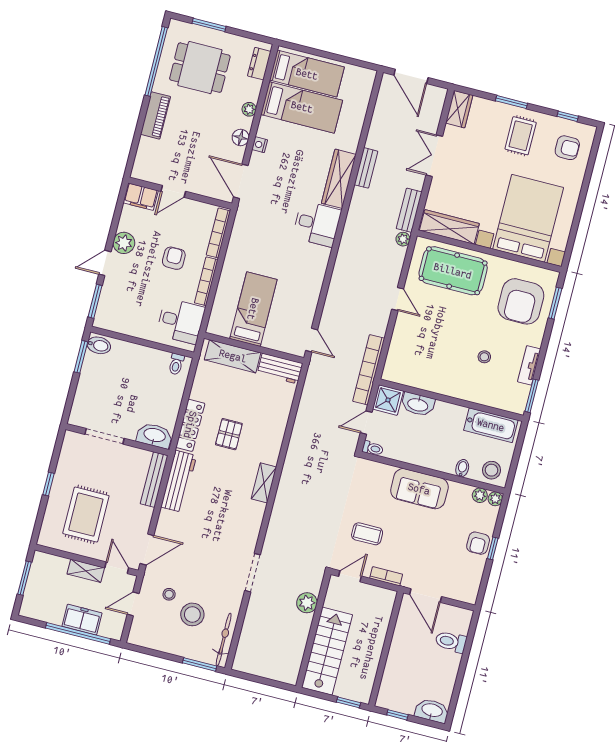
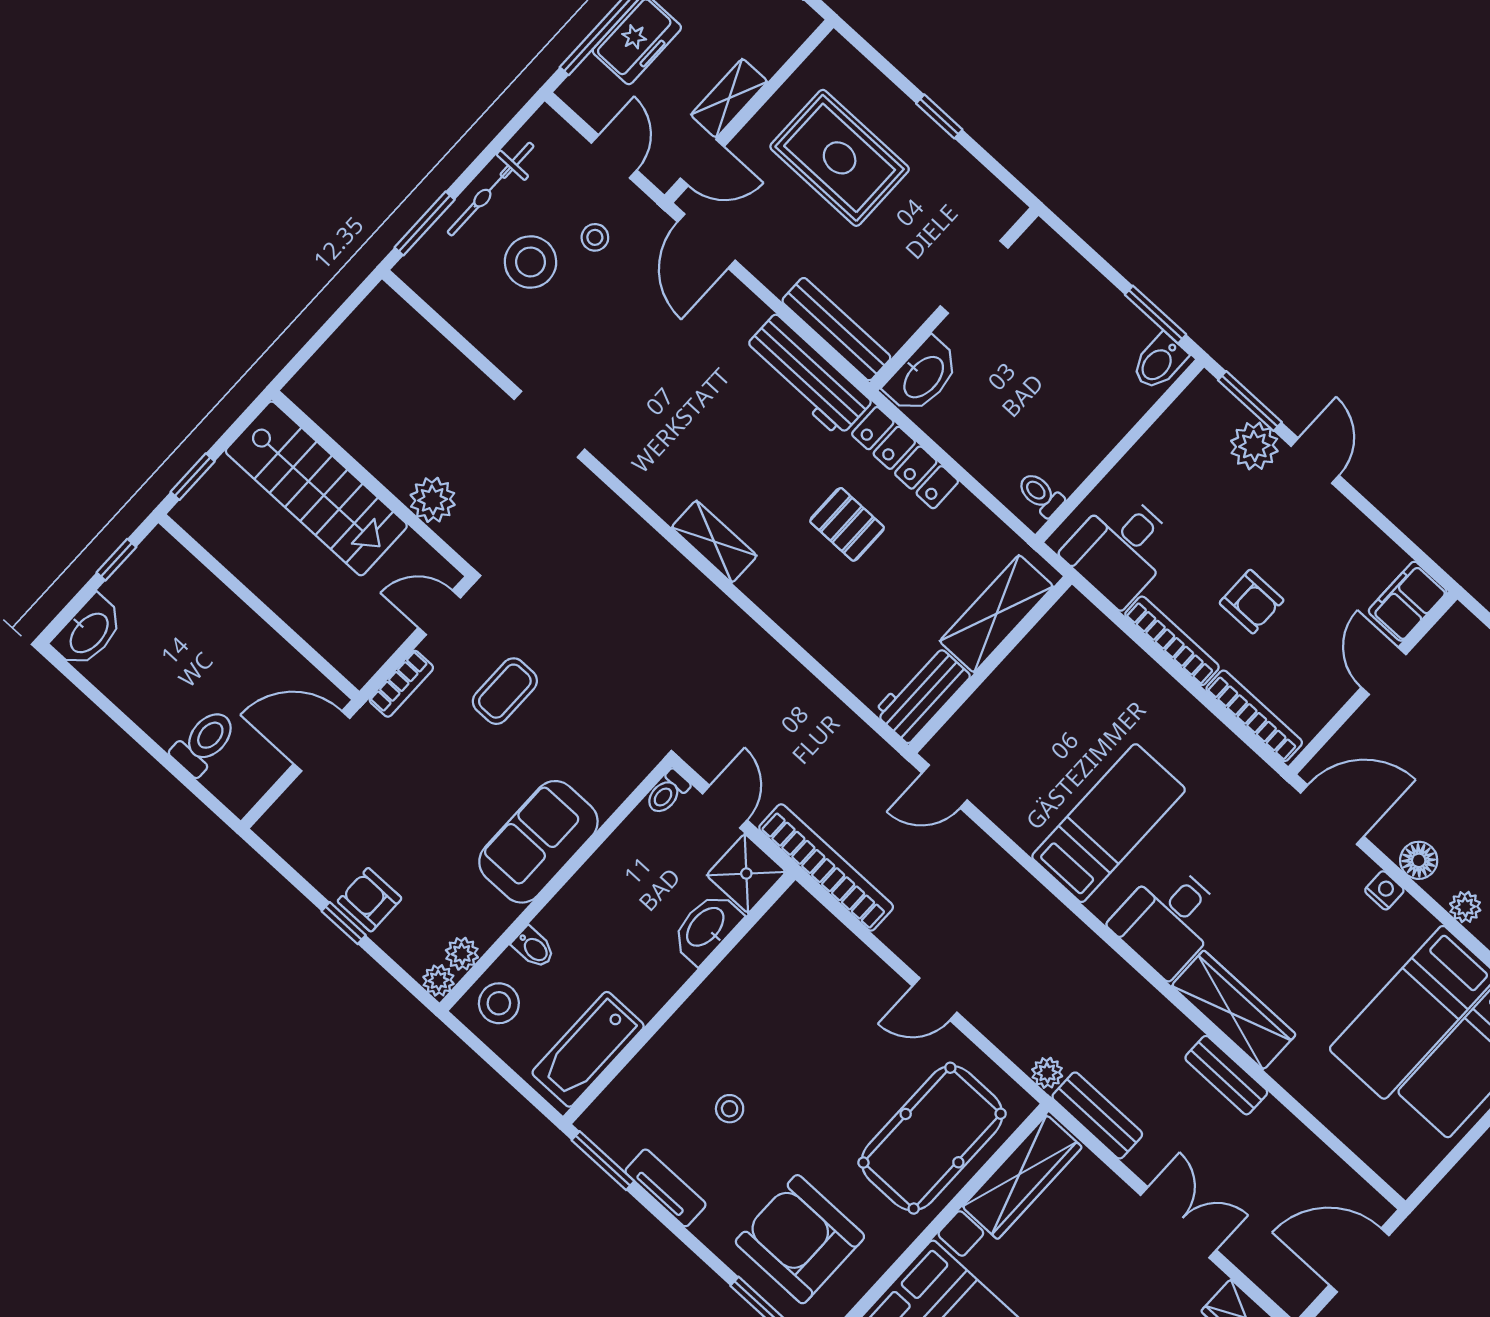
plant: (124, 243) -> (1254, 446), moved
bed: (253, 309) -> (1109, 823), moved, turned -90
door: (350, 576) -> (439, 613), swing flipped
bicycle: (224, 640) -> (491, 189), moved, turned 90

